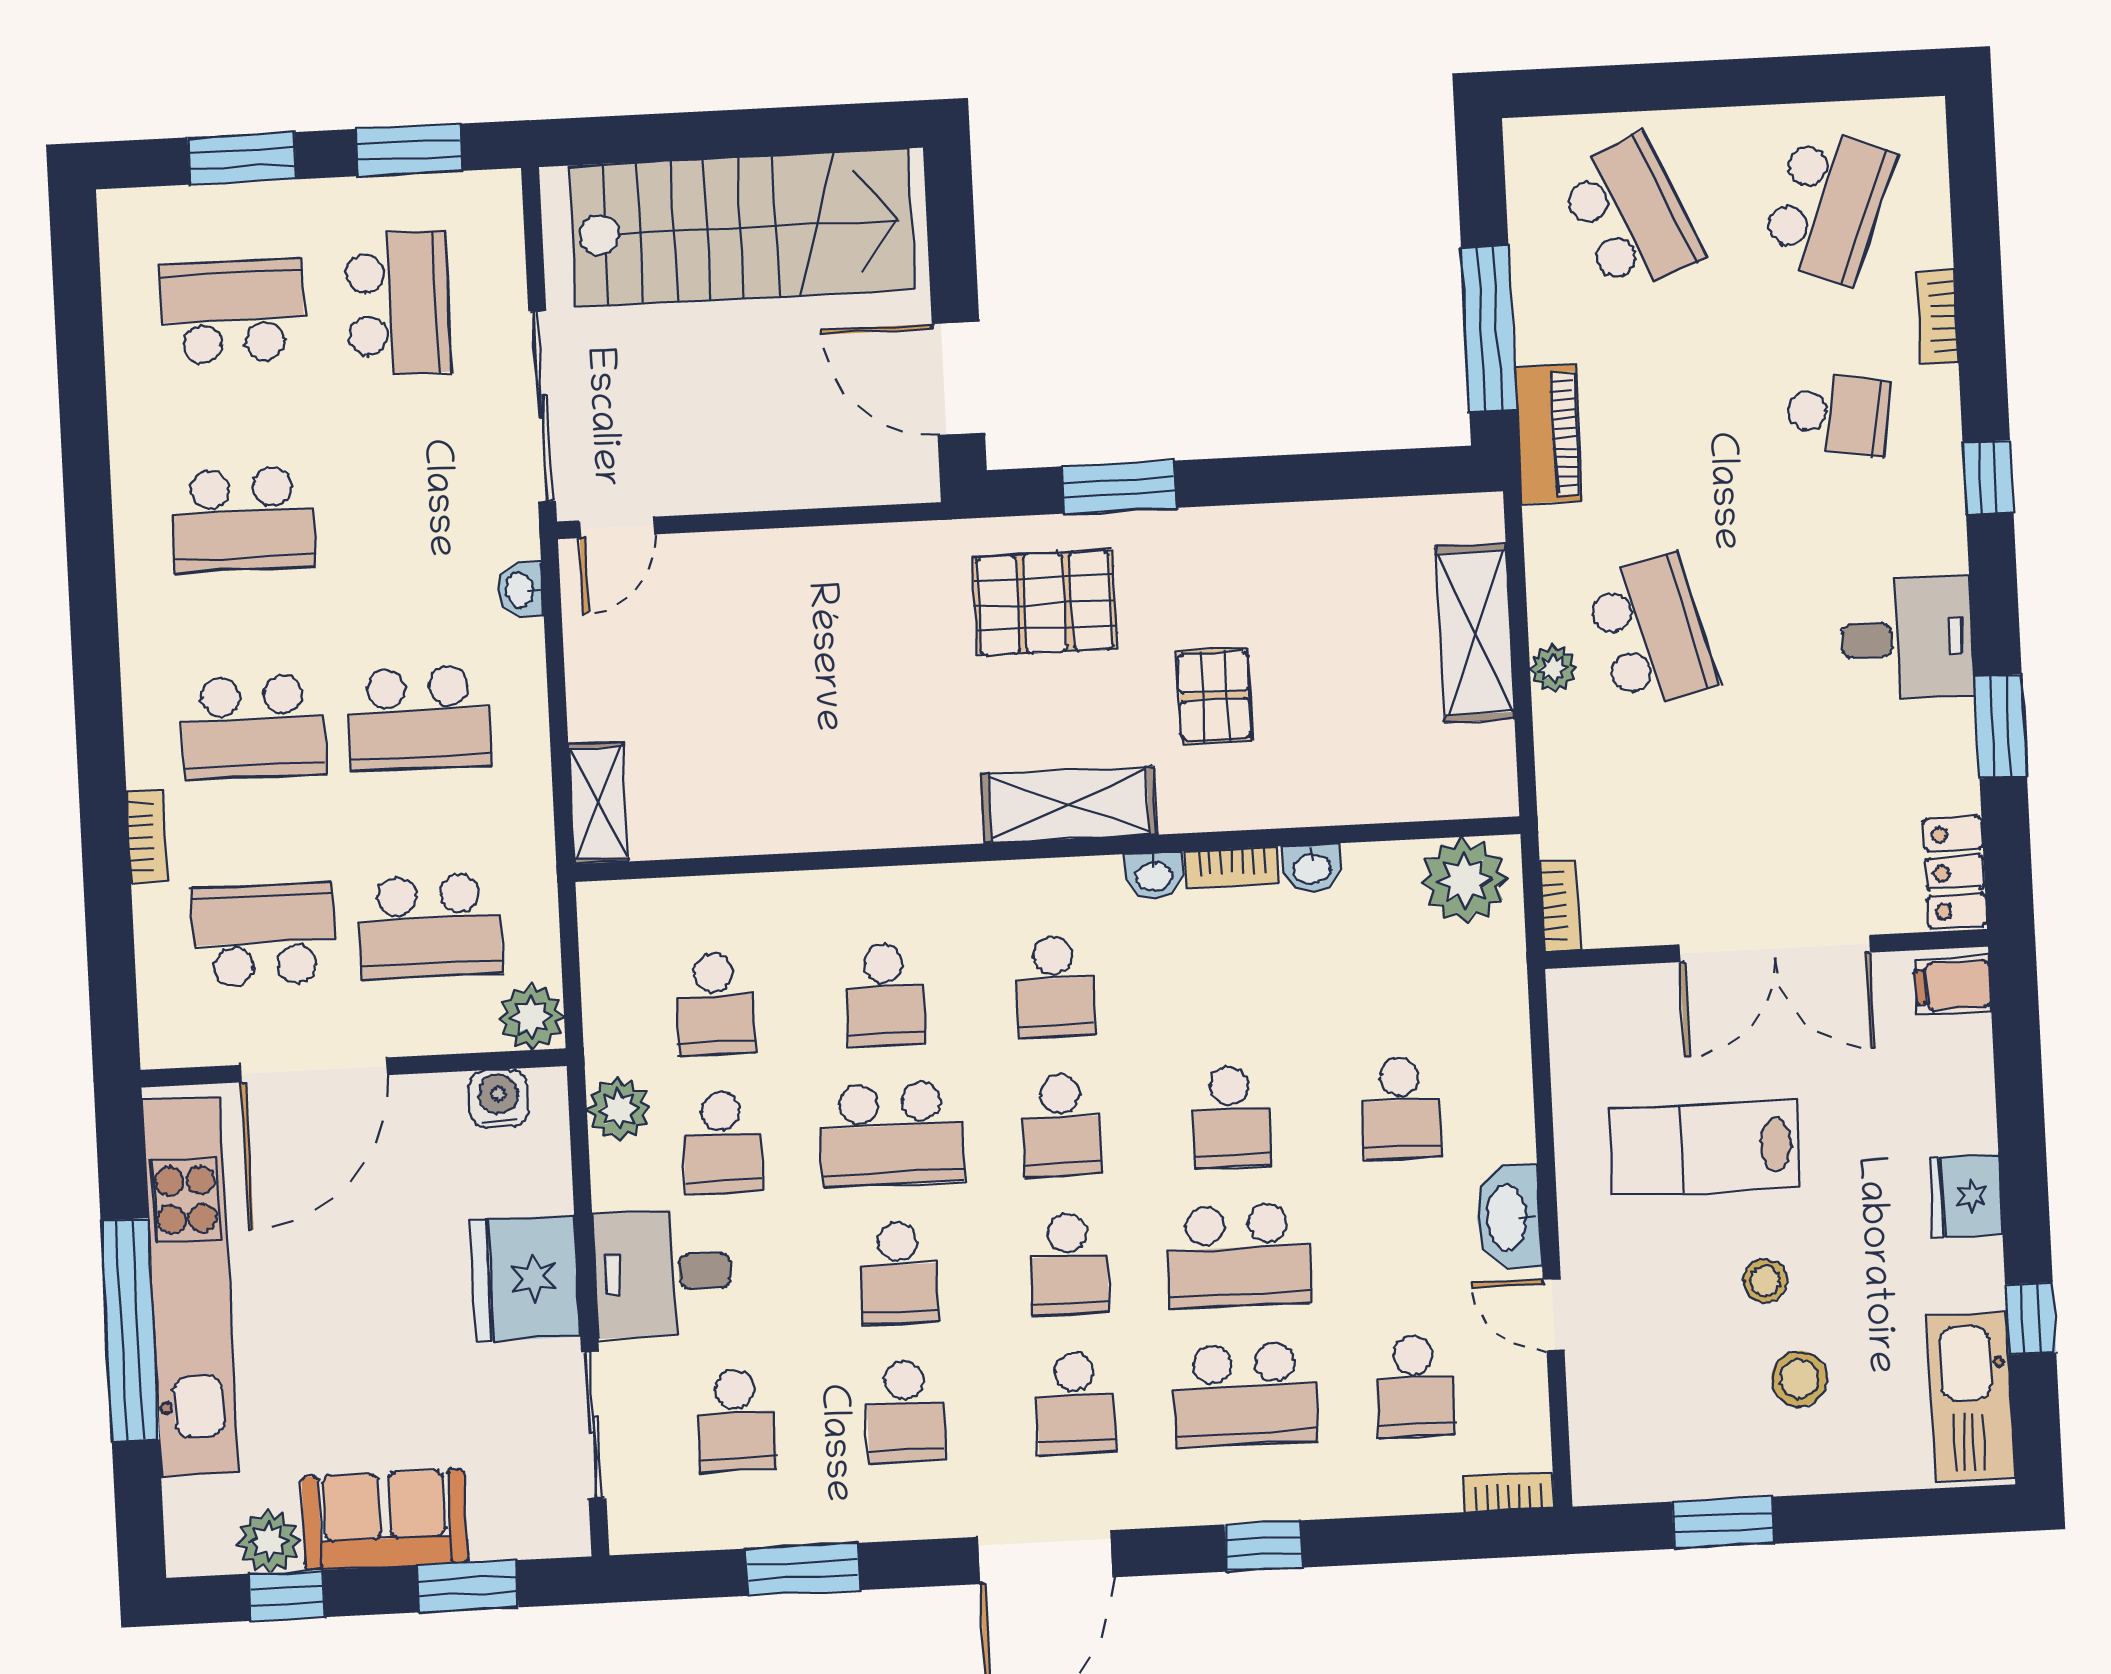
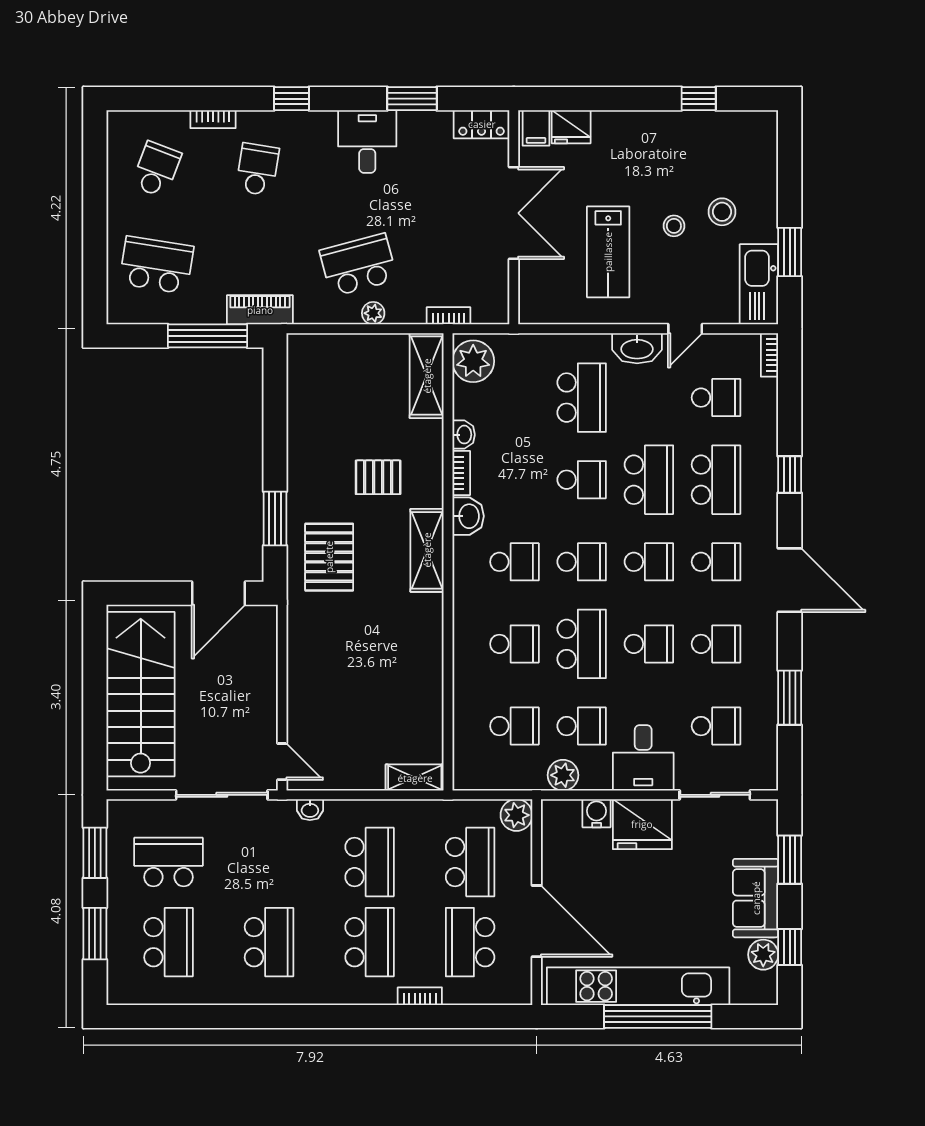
school desk: (1828, 206) -> (156, 169), width x0.54
school desk: (1630, 216) -> (156, 265), turned 33
school desk: (232, 312) -> (169, 942), turned 180
shelving: (1475, 633) -> (427, 376), moved, turned 90
washbasin: (1154, 875) -> (468, 516), width x1.38, depth x1.45
bookcase: (1560, 905) -> (449, 316), moved
water cooler: (499, 1099) -> (597, 813), moved, turned 90
school desk: (1401, 1108) -> (582, 398), width x1.85
fridge: (1966, 1196) -> (571, 127), moved
kitchen sink: (1971, 1396) -> (759, 284), moved, turned 90

